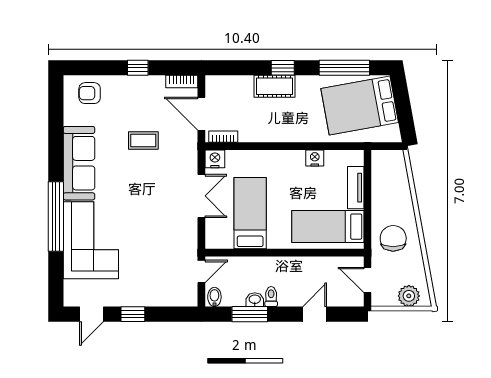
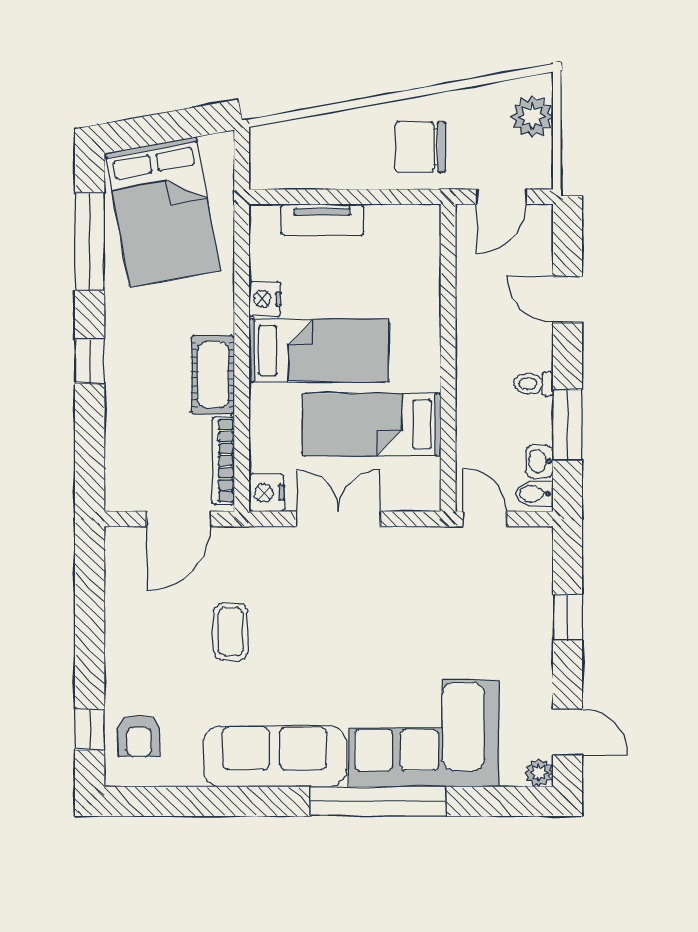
window: (138, 68) -> (90, 729), moved
bookcase: (182, 82) -> (116, 557), removed
cot: (274, 86) -> (213, 375), moved
bookcase: (223, 137) -> (223, 461), width x1.56
bed: (328, 227) -> (319, 351), moved, turned -90
plant: (71, 299) -> (539, 773), added
washbasin: (255, 300) -> (539, 461), moved
window: (133, 314) -> (568, 617), moved

